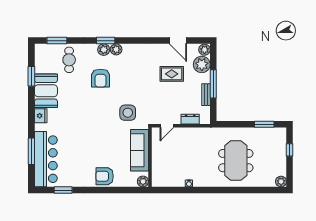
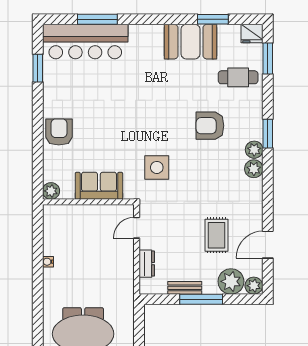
plant: (104, 50) -> (254, 169), moved
fridge: (41, 116) -> (252, 34), moved
door: (167, 126) -> (137, 228), hinge flipped
sofa: (140, 150) -> (99, 186), width x0.73

